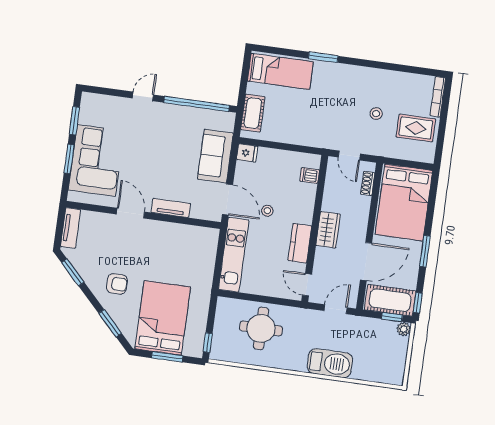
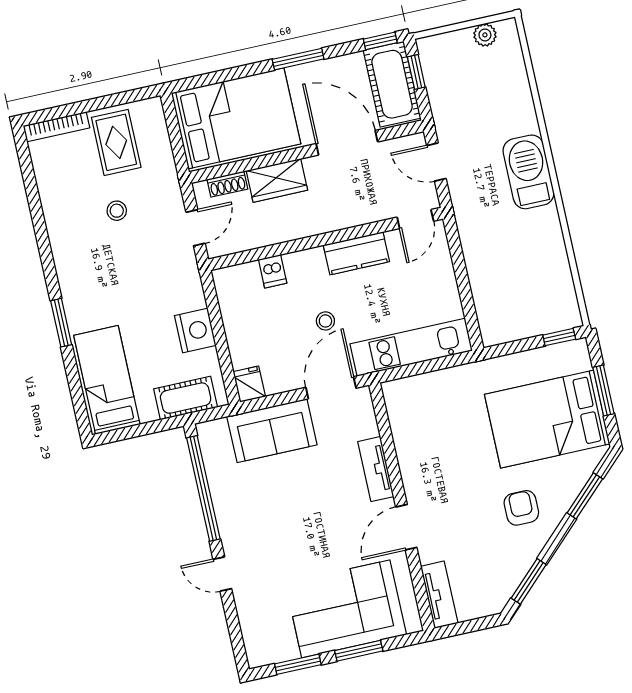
nightstand: (290, 133) -> (195, 330), added
dishwasher: (310, 175) -> (273, 271), moved
tv unit: (71, 228) -> (439, 595), moved, turned 90
wardrobe: (328, 230) -> (277, 180), moved, turned 180
round table: (261, 328) -> (508, 264), removed
plant: (404, 329) -> (485, 35), moved
barbecue: (330, 363) -> (528, 172), moved

